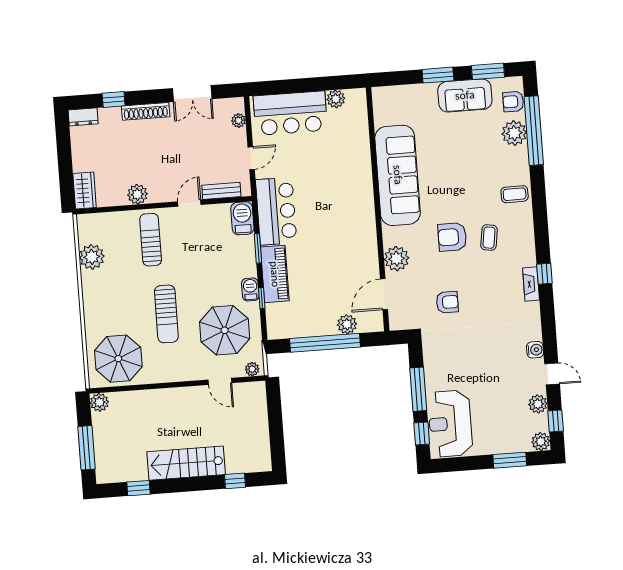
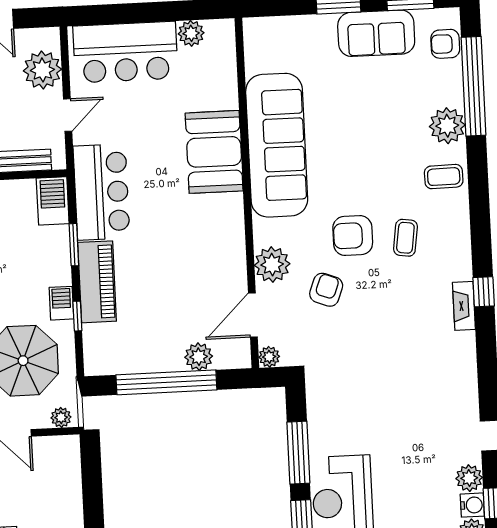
plant: (239, 120) -> (42, 70), width x1.87, depth x1.87
plant: (514, 133) -> (447, 126), moved
booth: (354, 181) -> (214, 152), added
armchair: (447, 302) -> (326, 290), moved, turned -69
plant: (396, 323) -> (269, 357), added
water cooler: (535, 350) -> (472, 505), moved

